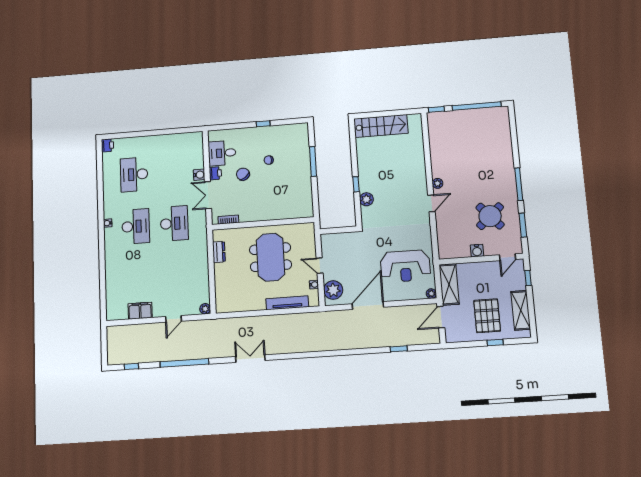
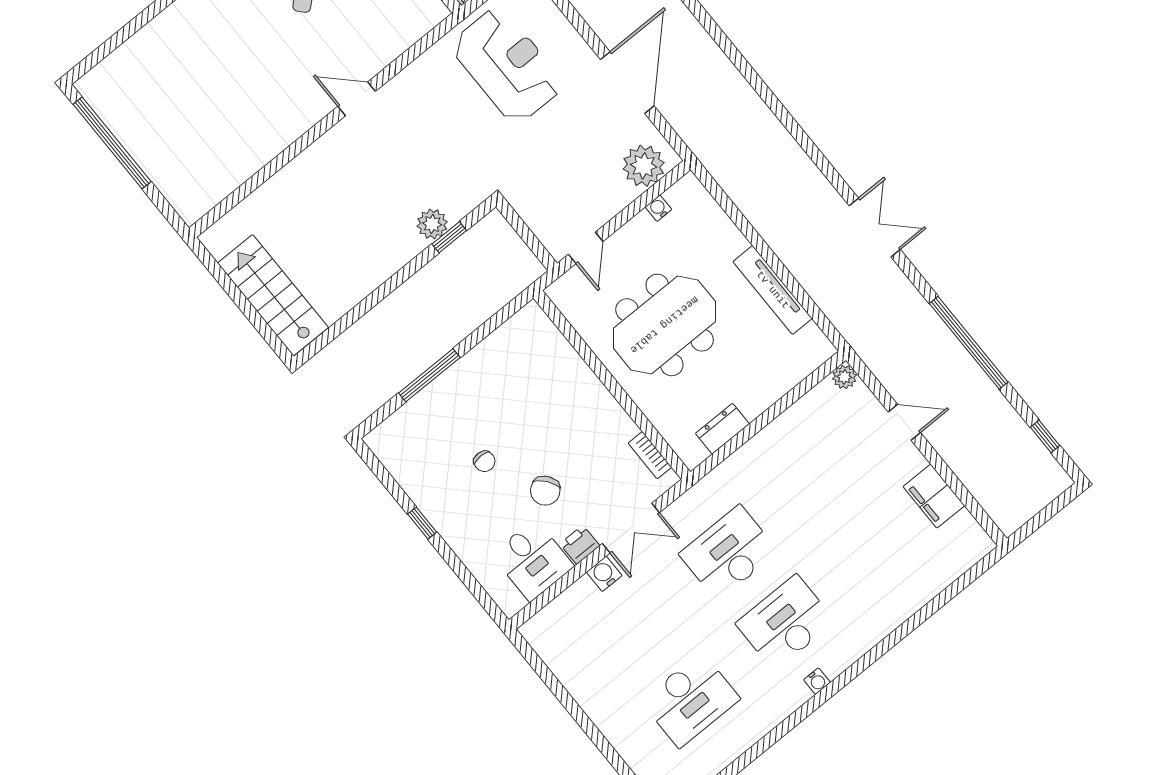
window: (436, 109) -> (170, 214), removed
plant: (438, 183) -> (311, 114), removed
window: (356, 184) -> (449, 237), moved
door: (320, 266) -> (586, 248), moved
tv unit: (287, 303) -> (773, 290), moved
door: (368, 305) -> (627, 83), swing flipped
double door: (250, 359) -> (875, 228), swing flipped

